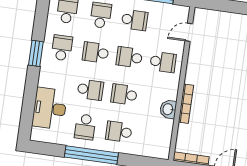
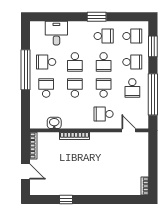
school desk: (96, 52) -> (104, 62), turned 180
school desk: (163, 62) -> (104, 114), turned 90
desk: (50, 108) -> (56, 33), width x0.73
washbasin: (168, 109) -> (54, 123), moved

